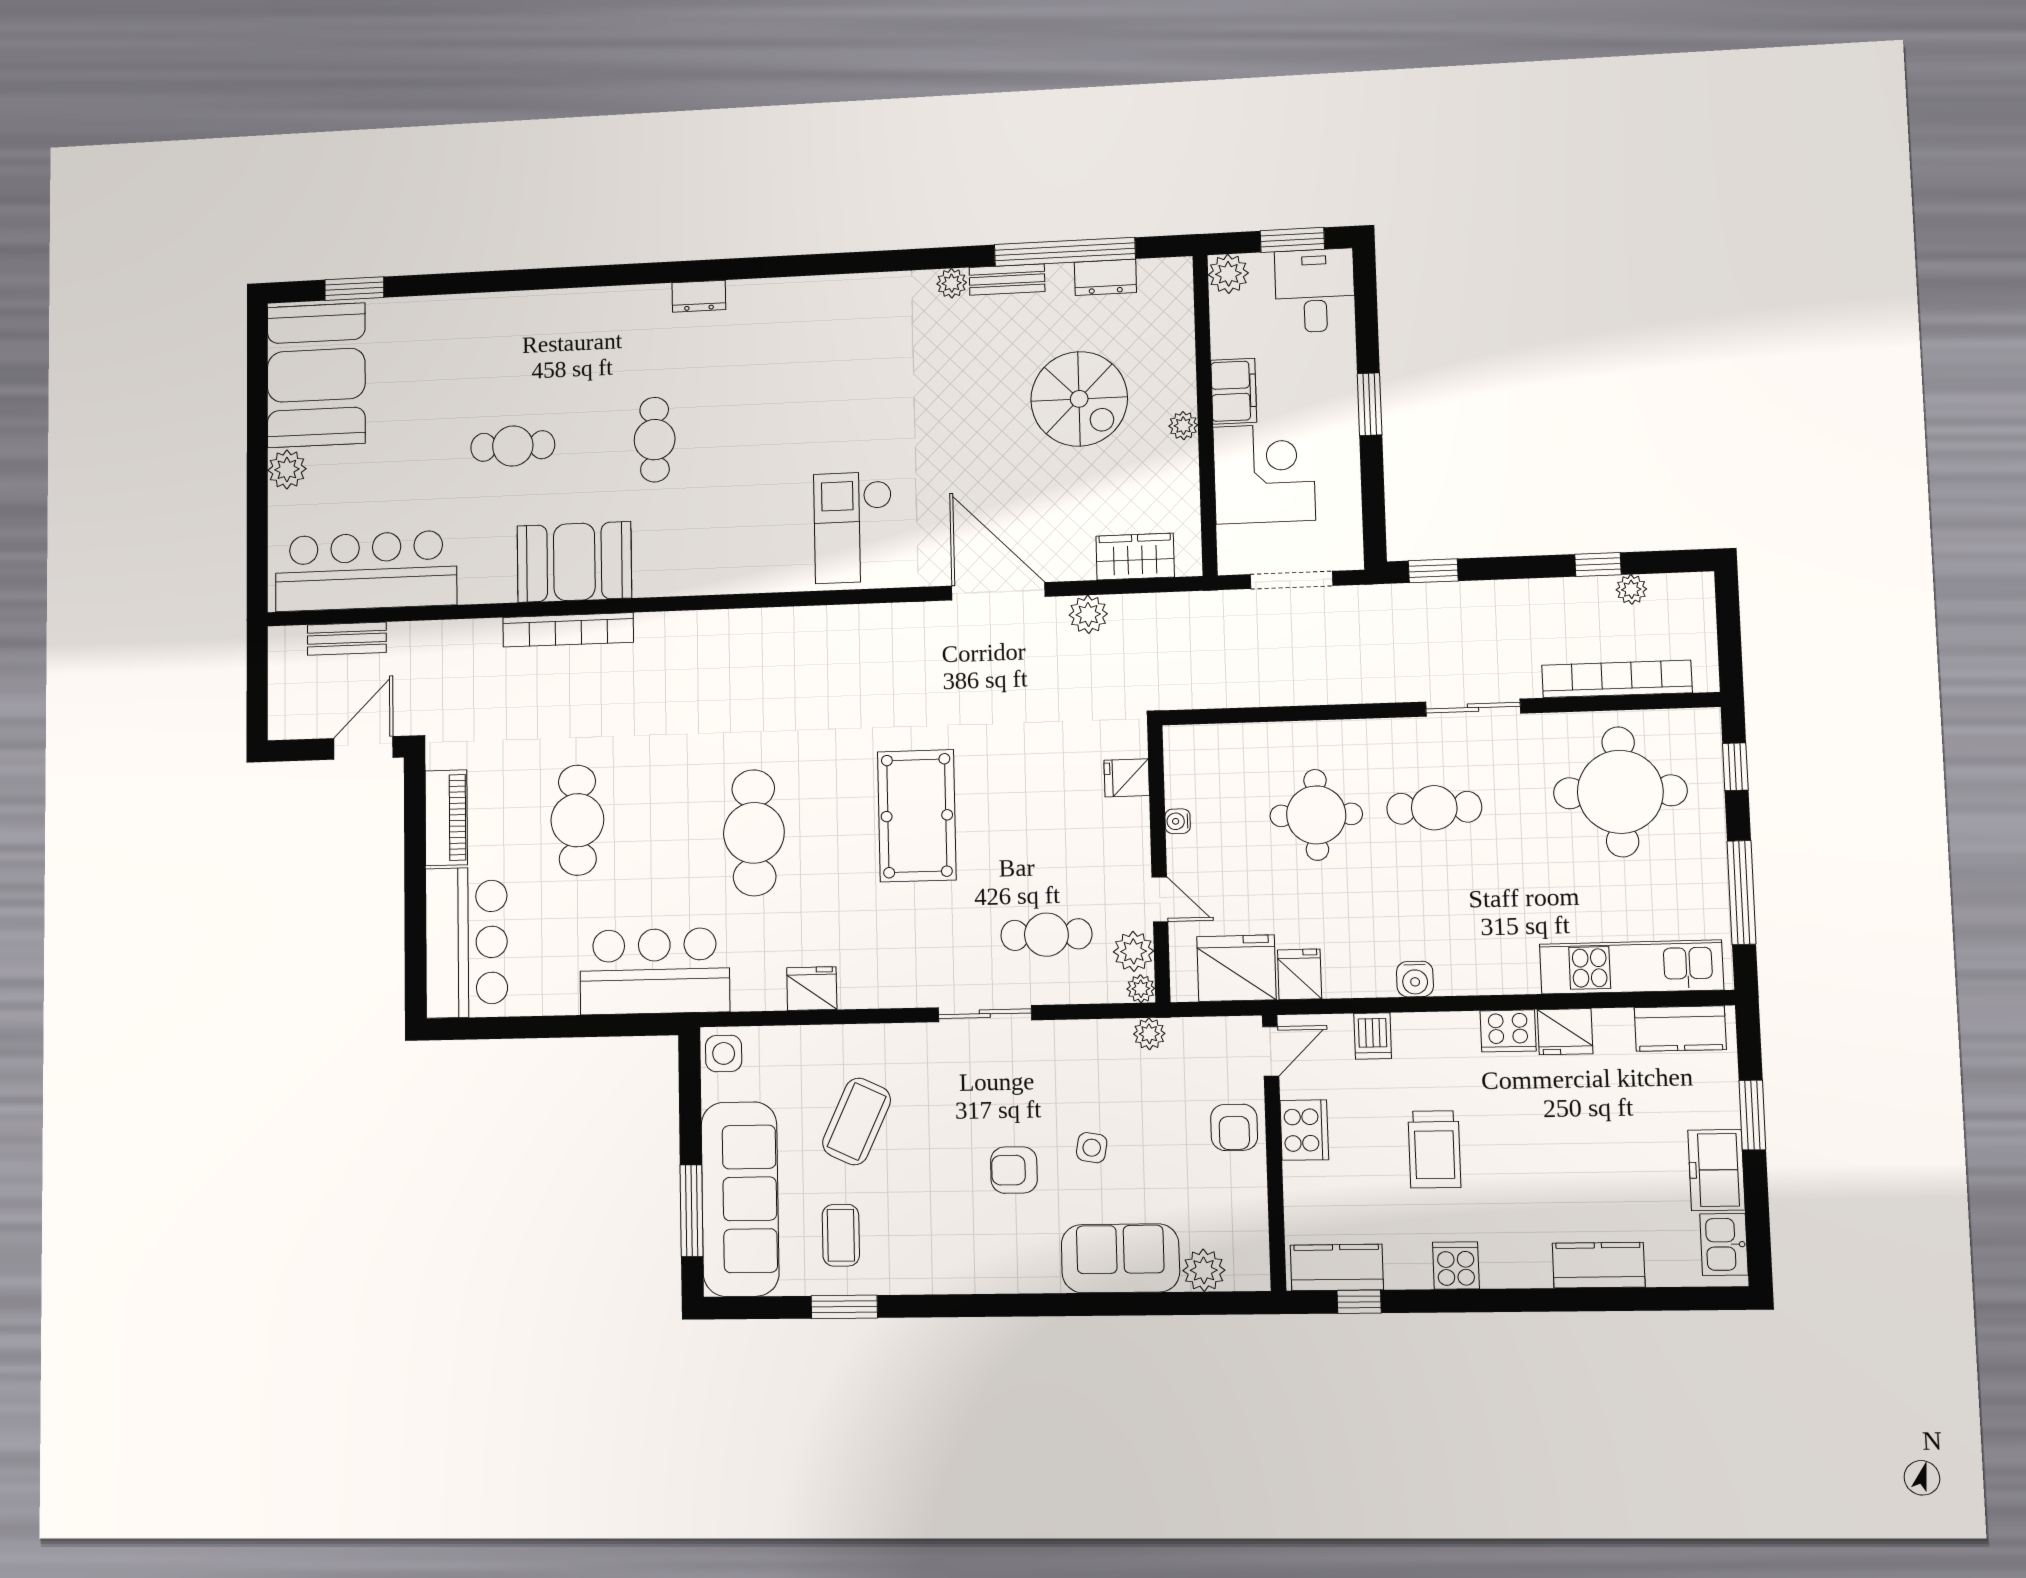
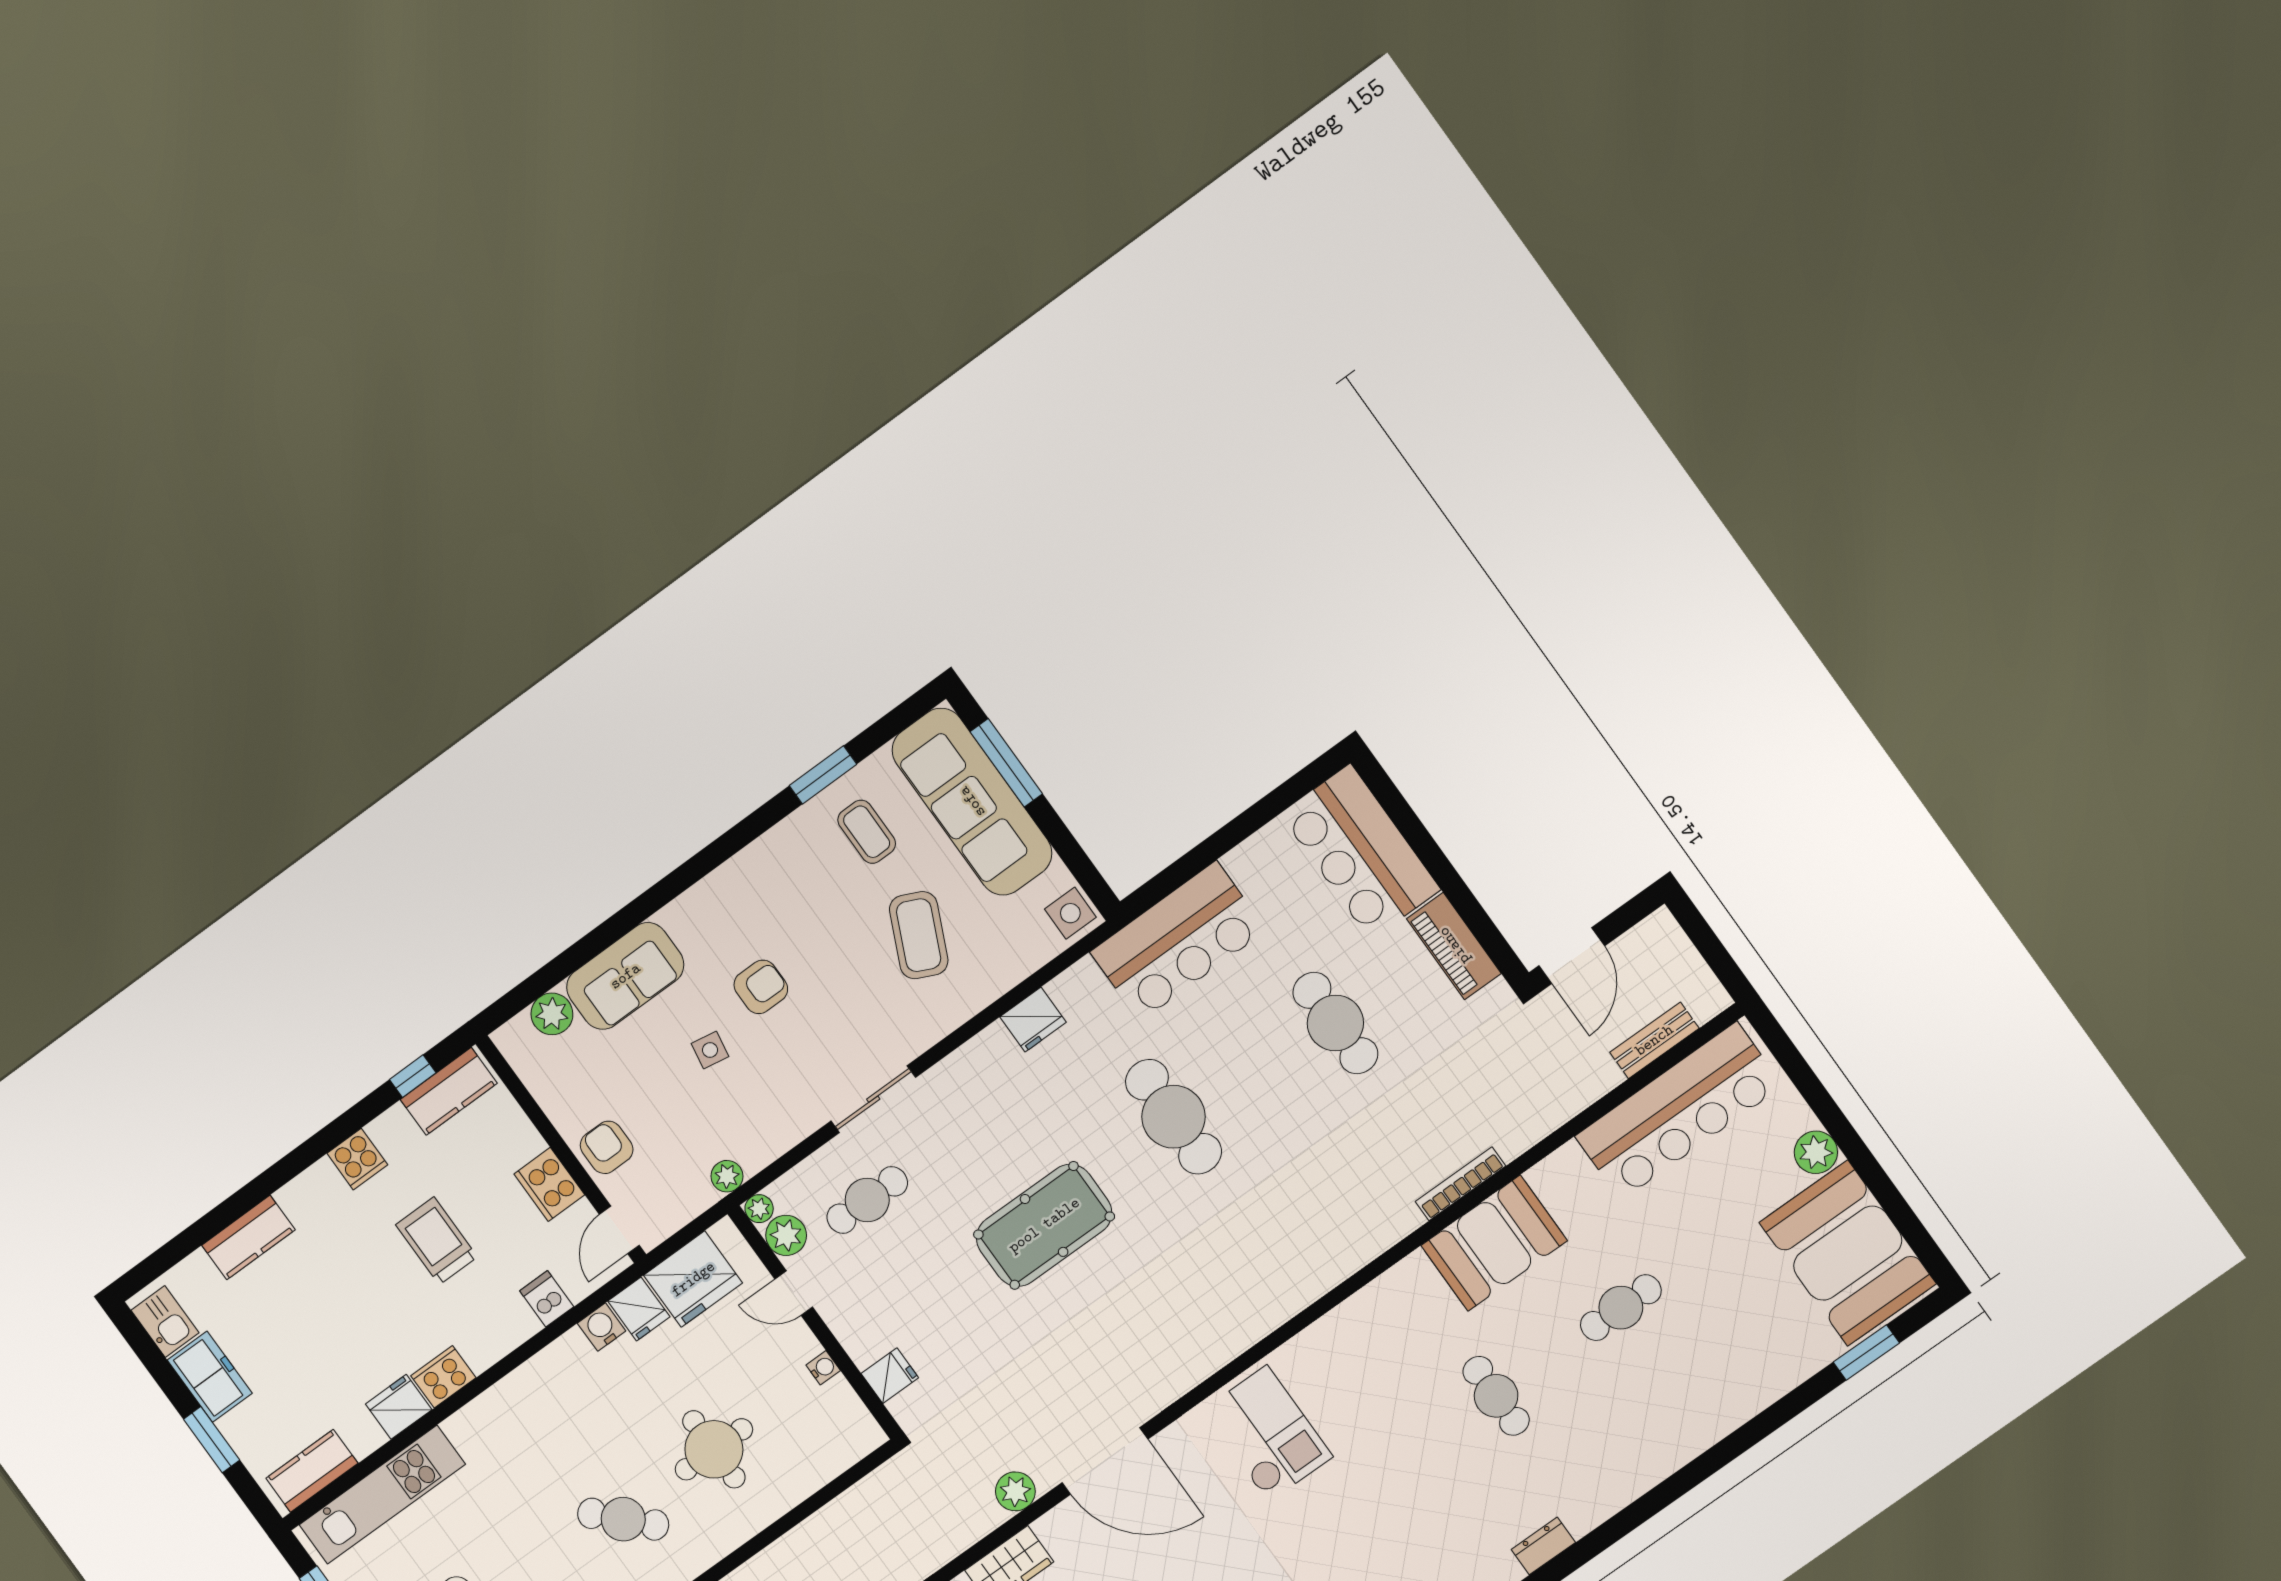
bookcase: (568, 630) -> (1461, 1184), width x0.68, depth x0.76
cafe table: (1434, 808) -> (623, 1519), turned 46
pool table: (917, 816) -> (1044, 1225), turned 90
water cooler: (1415, 979) -> (602, 1327), moved

